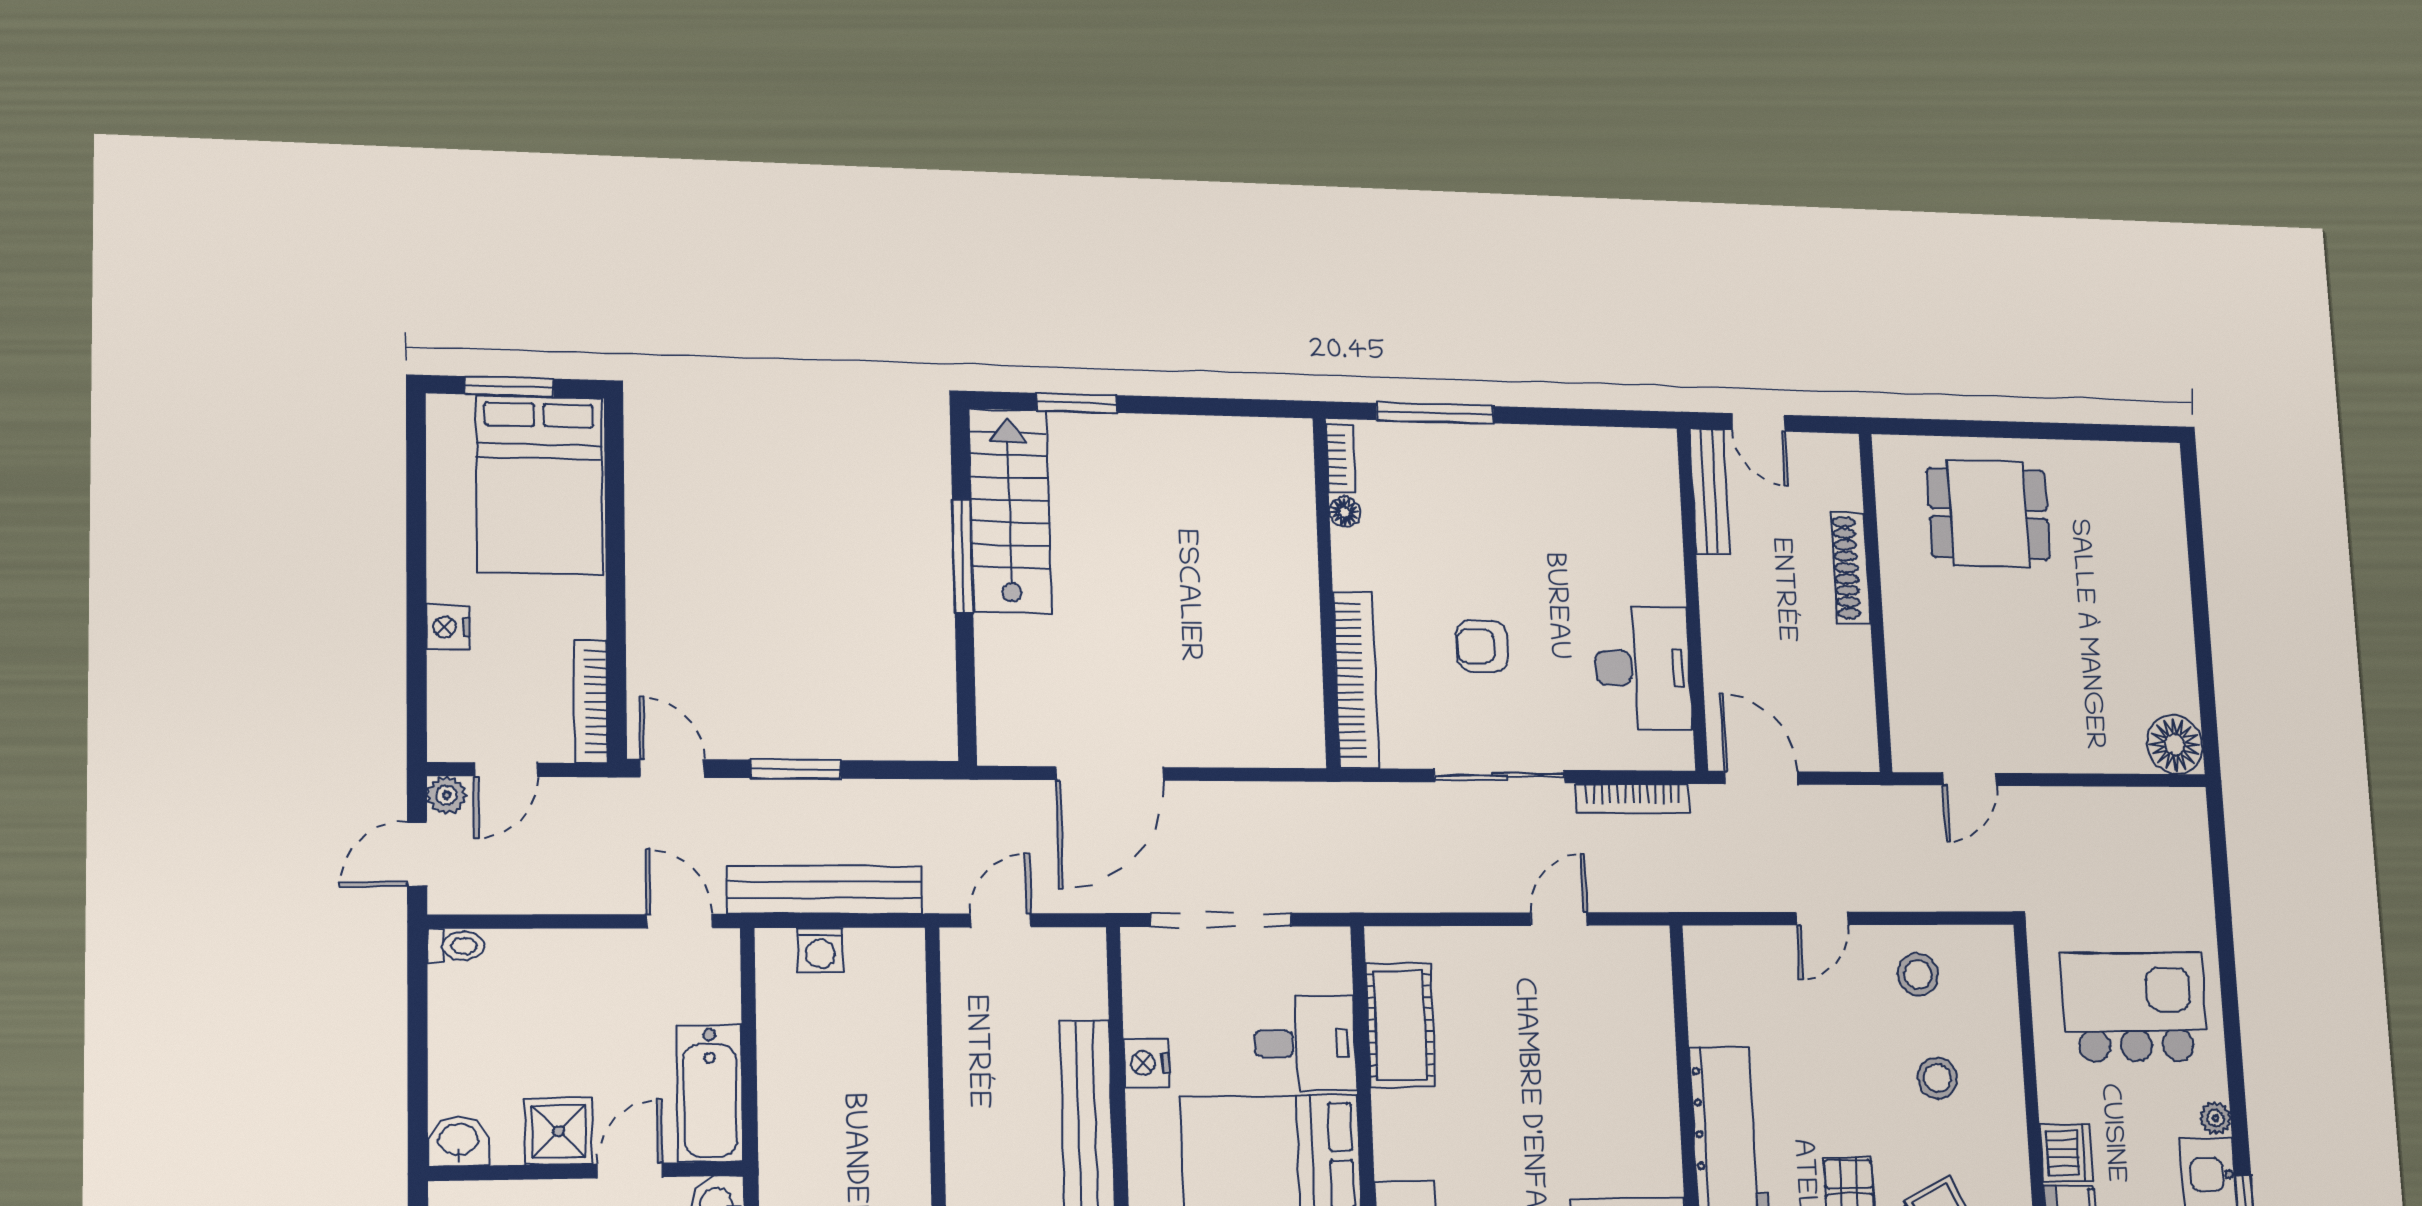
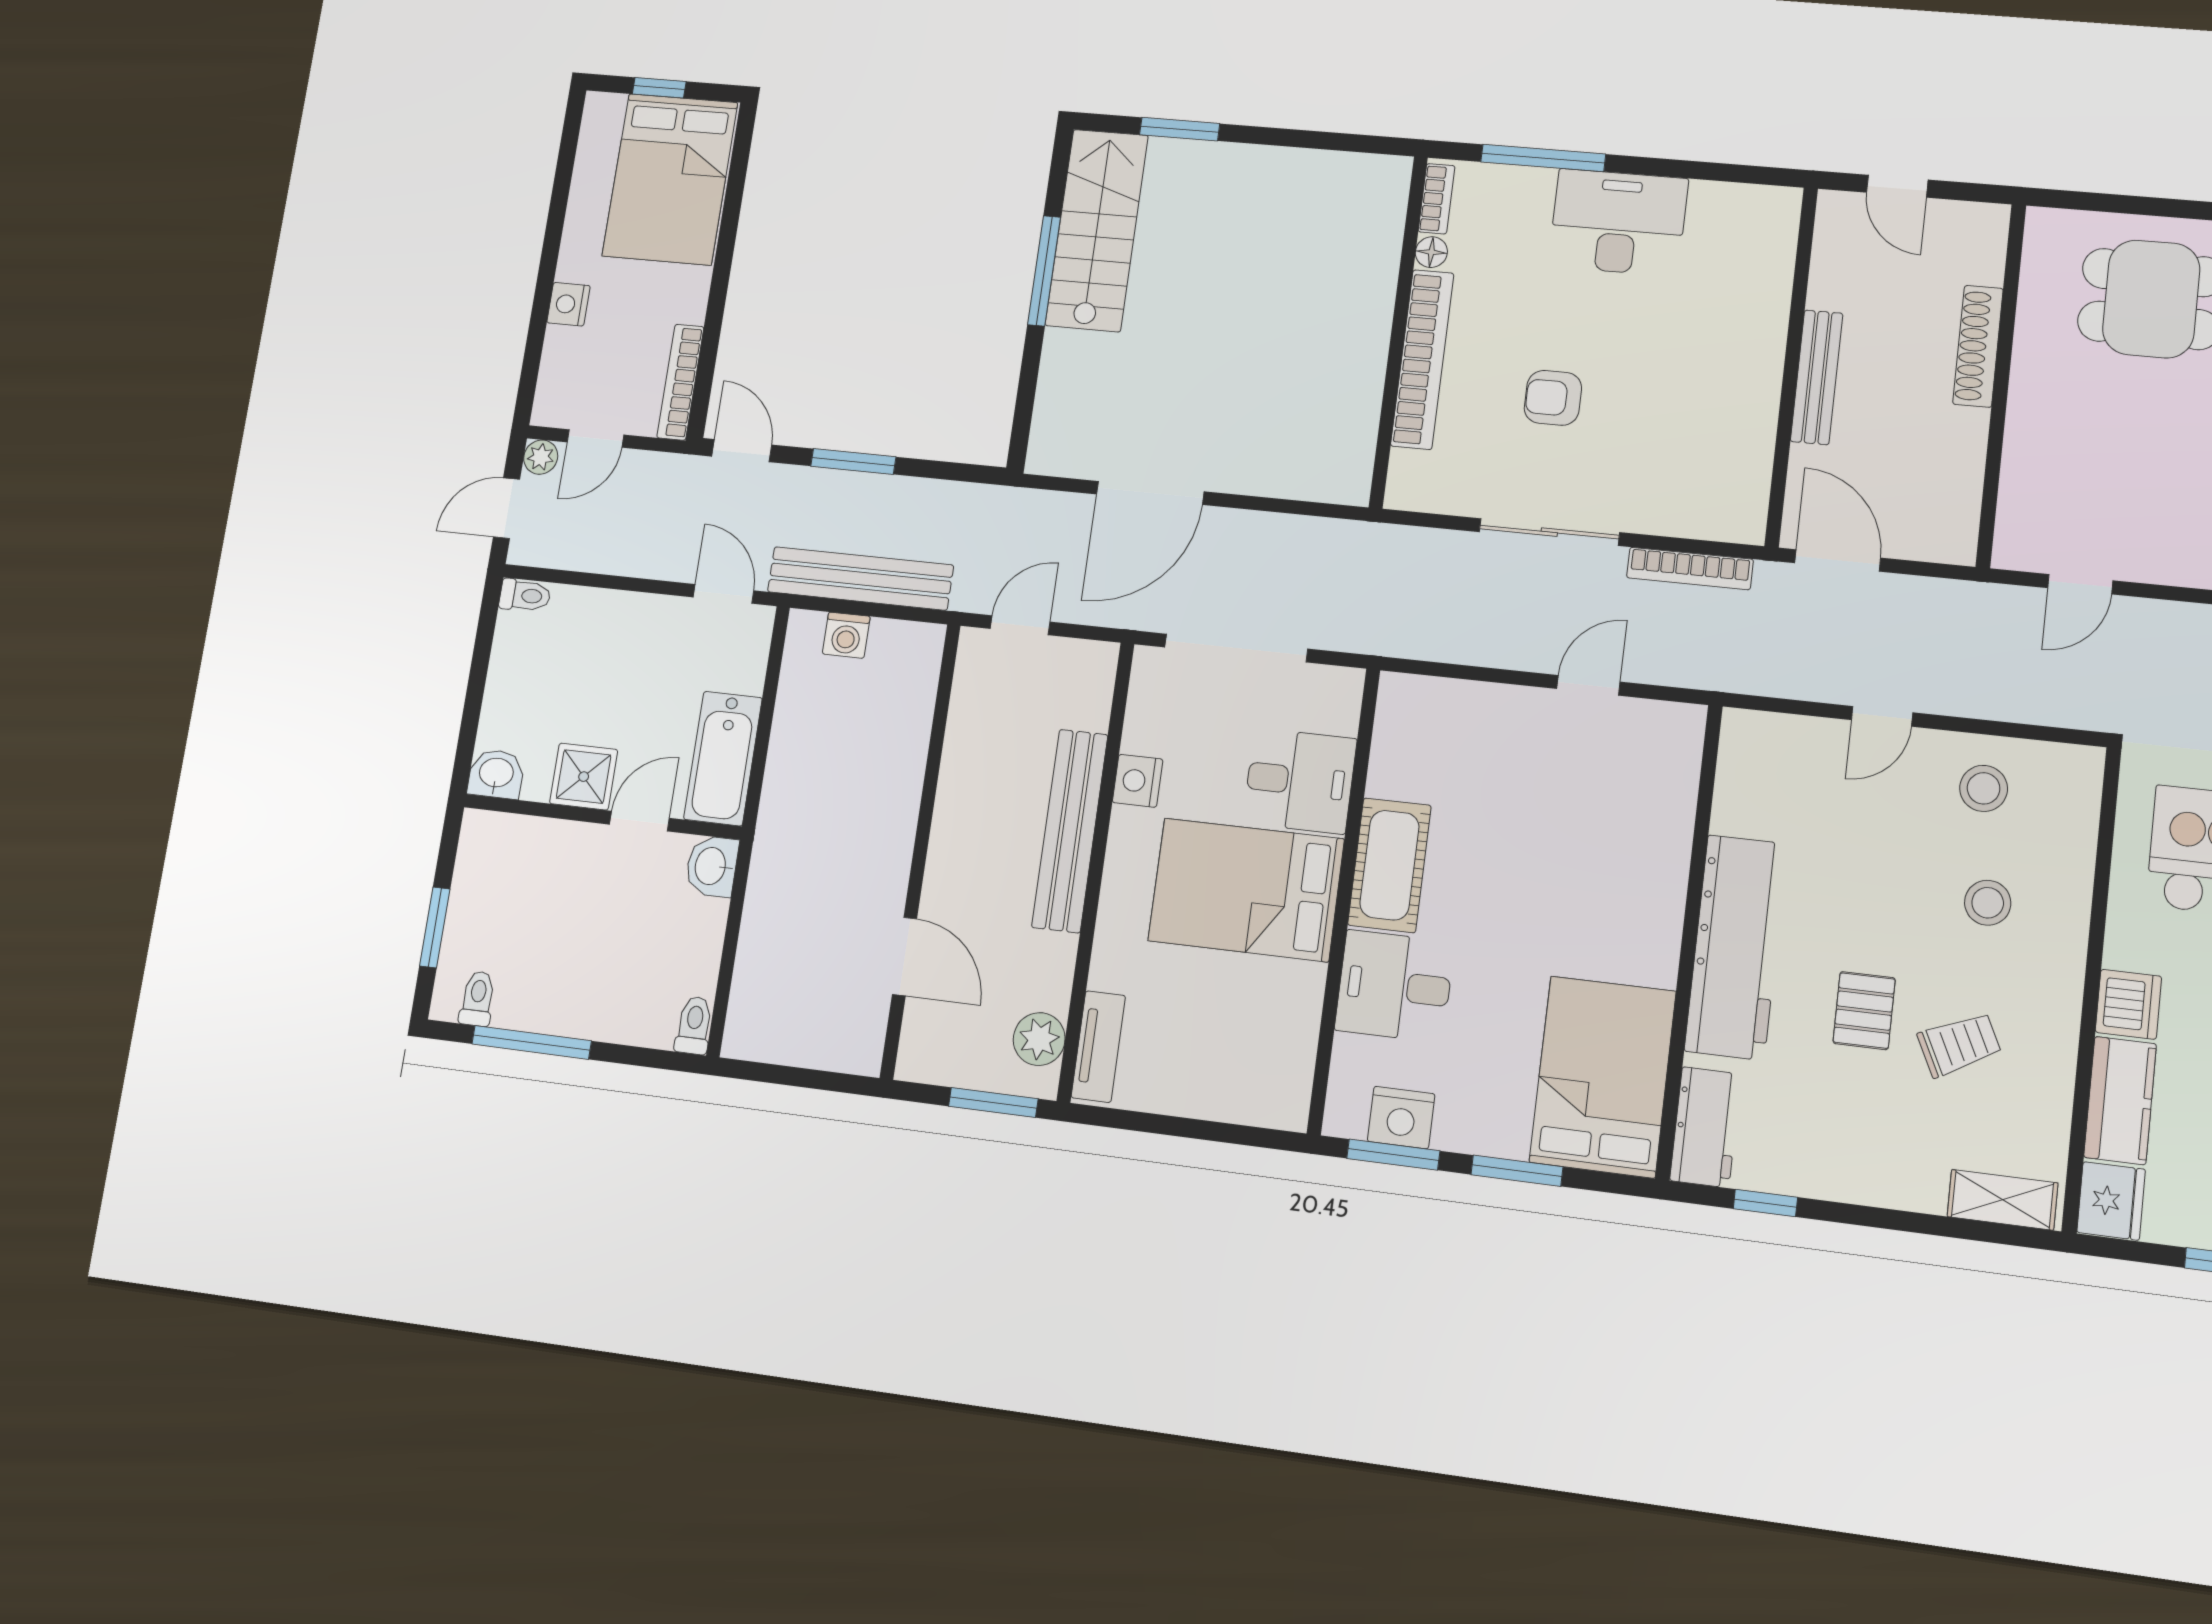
window: (509, 386) -> (659, 88), width x0.67
bench: (1710, 491) -> (1817, 377), moved
desk: (1643, 668) -> (1618, 222), moved, turned -90
bookcase: (1356, 680) -> (1422, 359), moved
cot: (1400, 1025) -> (1389, 865), moved

